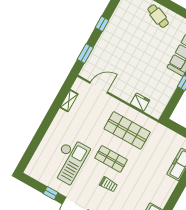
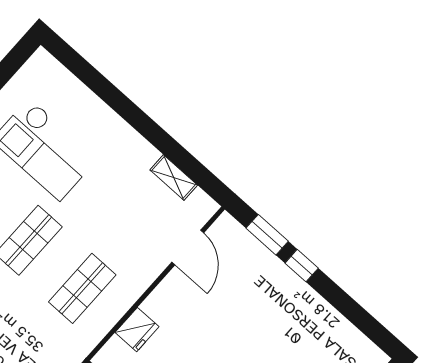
window: (102, 24) -> (302, 266), moved
shop shelf: (127, 130) -> (82, 288), width x0.70, depth x0.74

